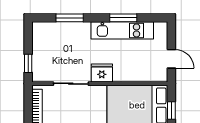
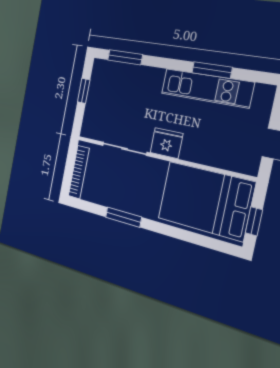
window: (70, 18) -> (125, 57), moved
window: (28, 63) -> (84, 91), moved

